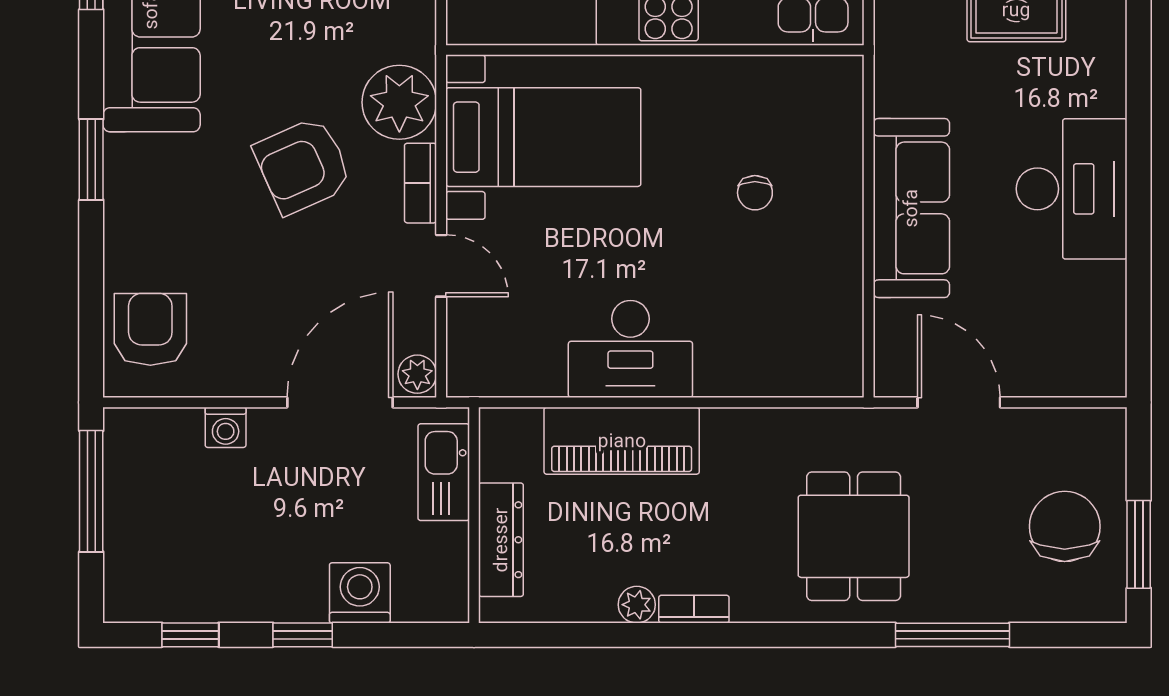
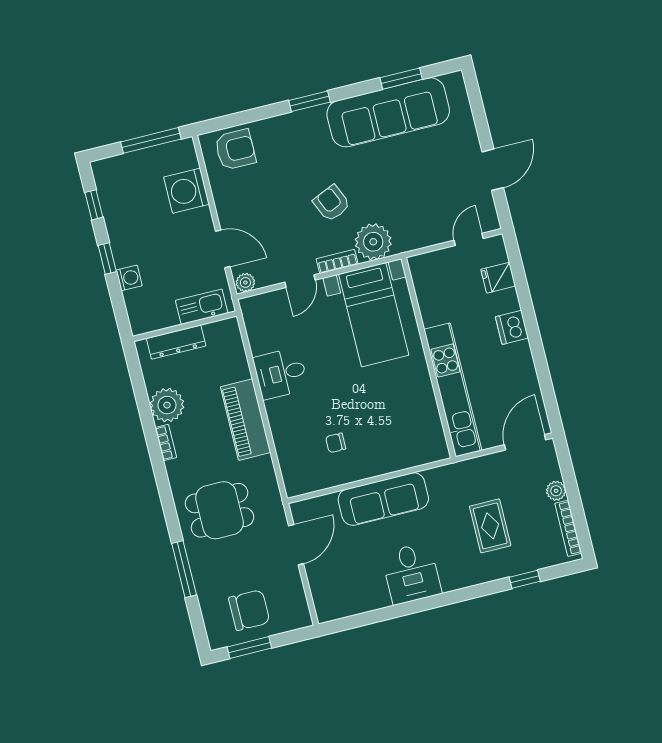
armchair: (303, 166) -> (332, 203), width x0.72, depth x0.72
desk: (1072, 189) -> (411, 573), width x0.73
chair: (755, 193) -> (336, 443), moved
desk: (630, 349) -> (281, 373), width x0.73
door: (340, 402) -> (223, 249), width x0.73
washing machine: (226, 427) -> (187, 191), width x1.89, depth x1.89
piano: (622, 441) -> (246, 420), moved
washing machine: (360, 593) -> (129, 278), width x0.73, depth x0.73
plant: (637, 605) -> (167, 405), width x1.88, depth x1.88

